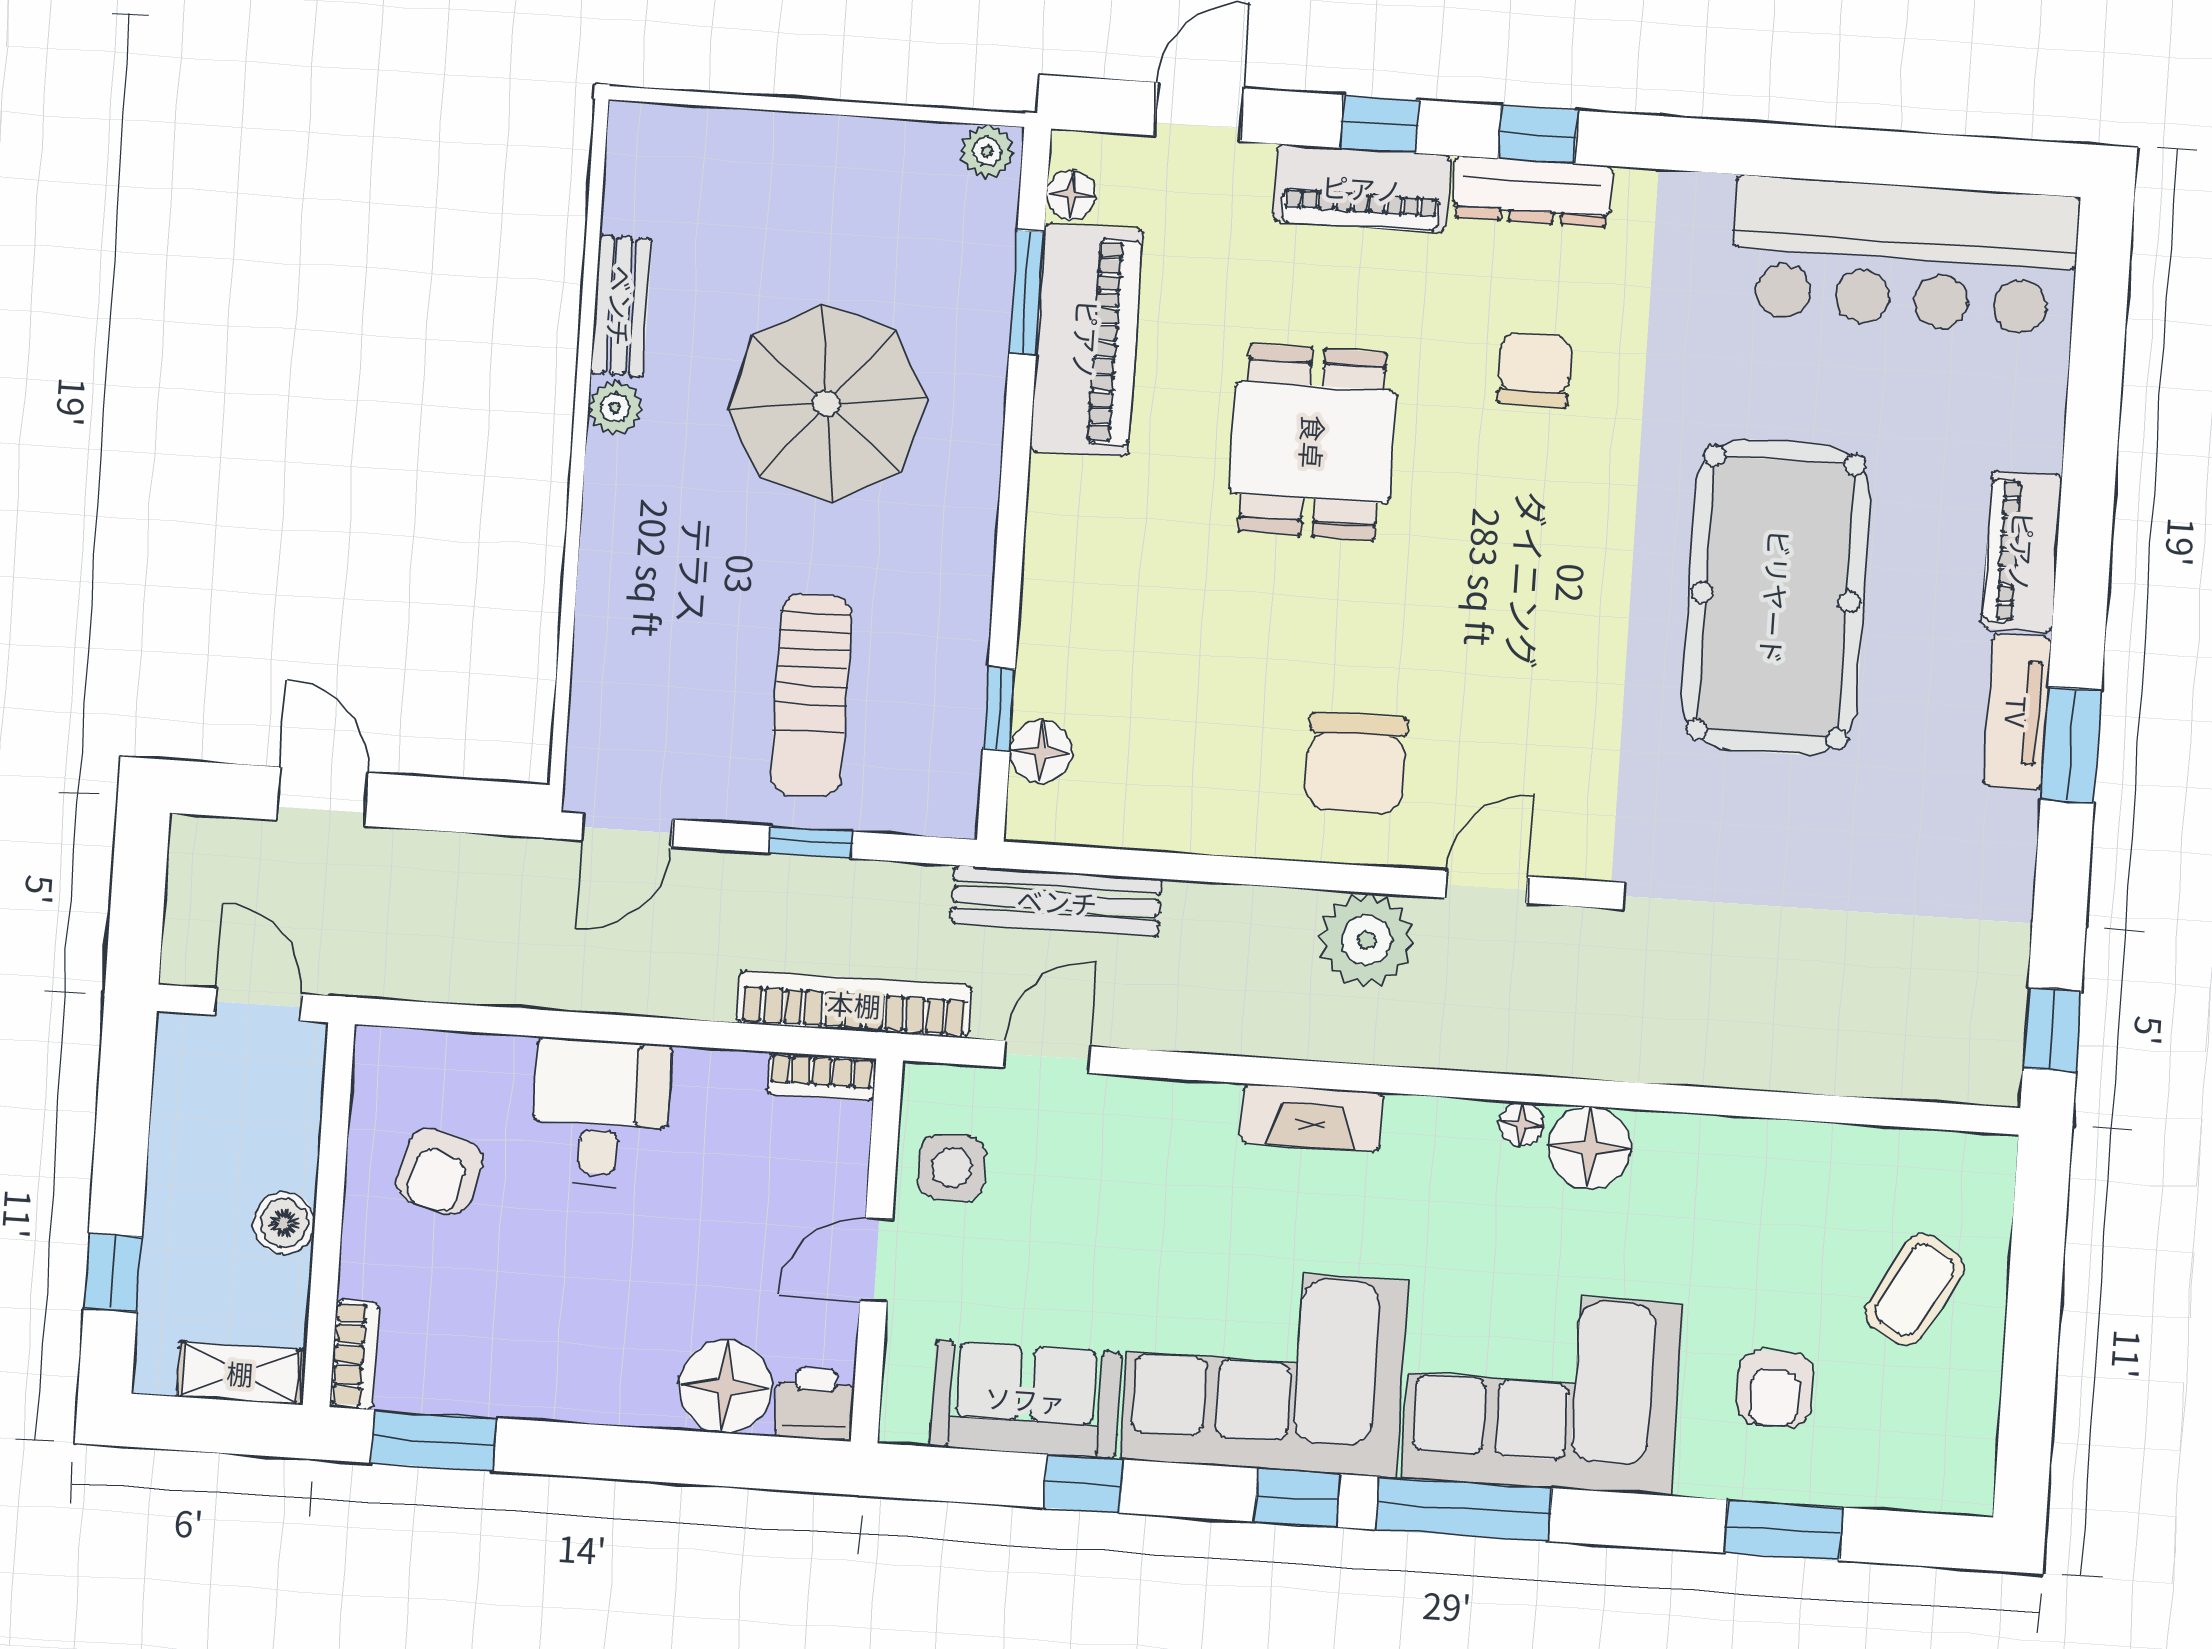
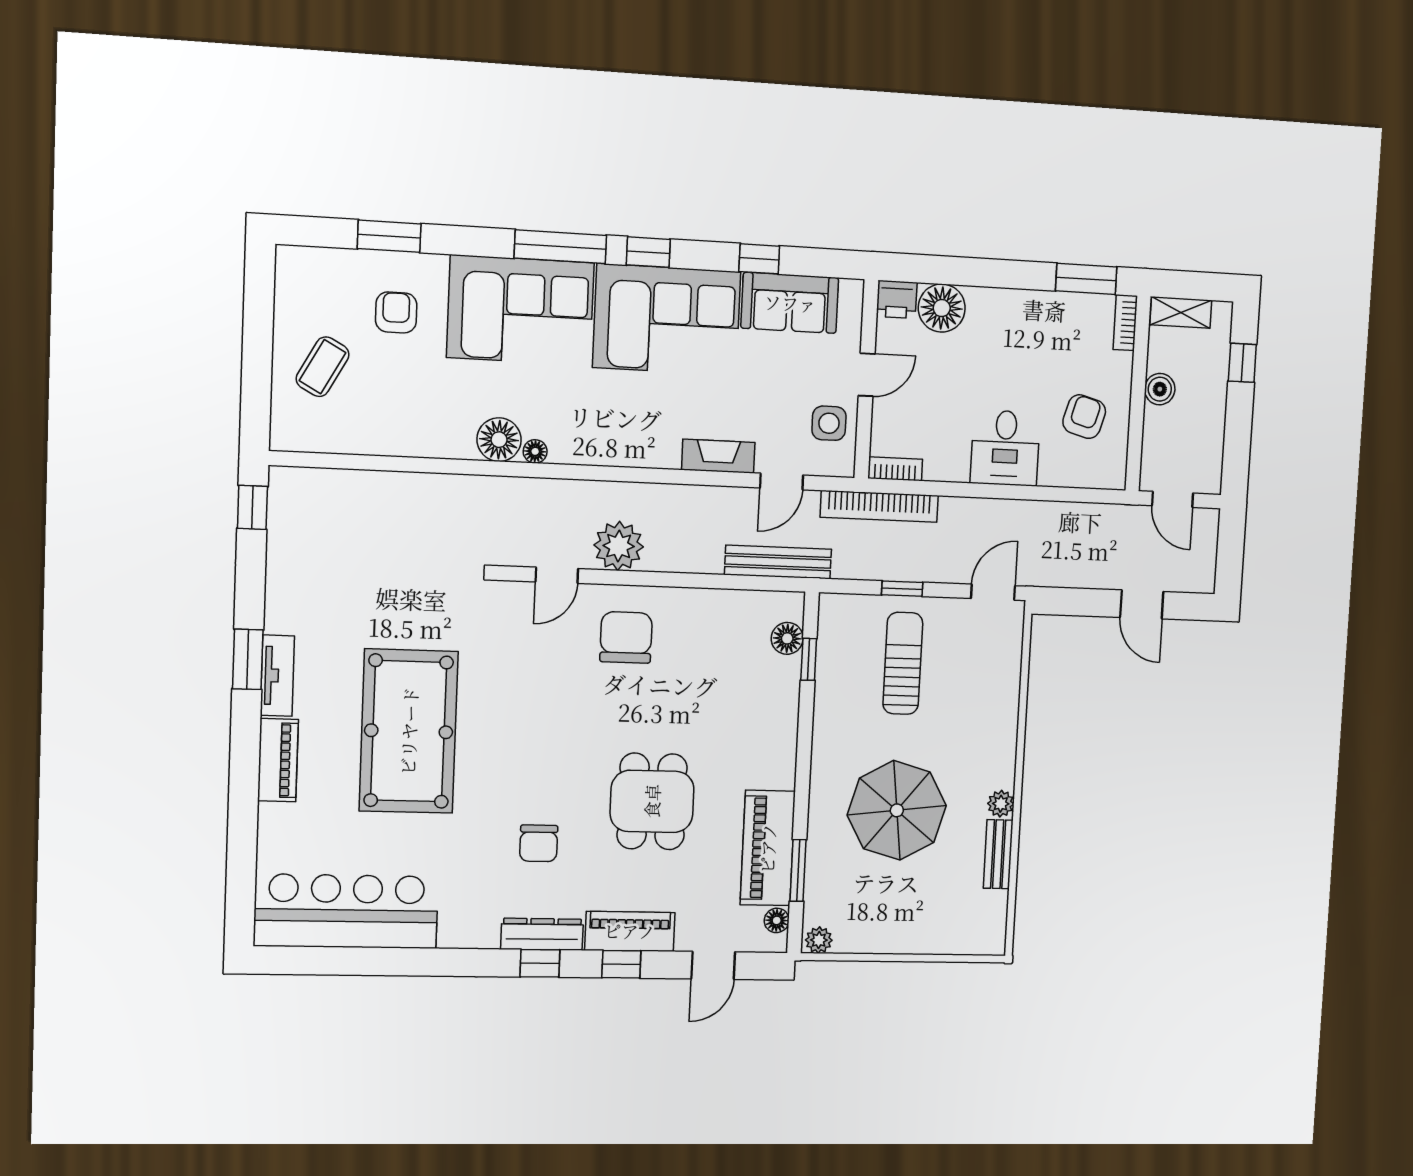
fireplace: (1312, 1118) -> (718, 456), moved

